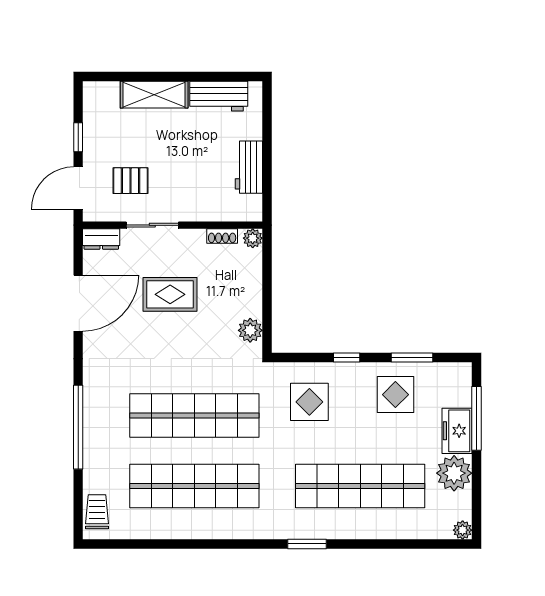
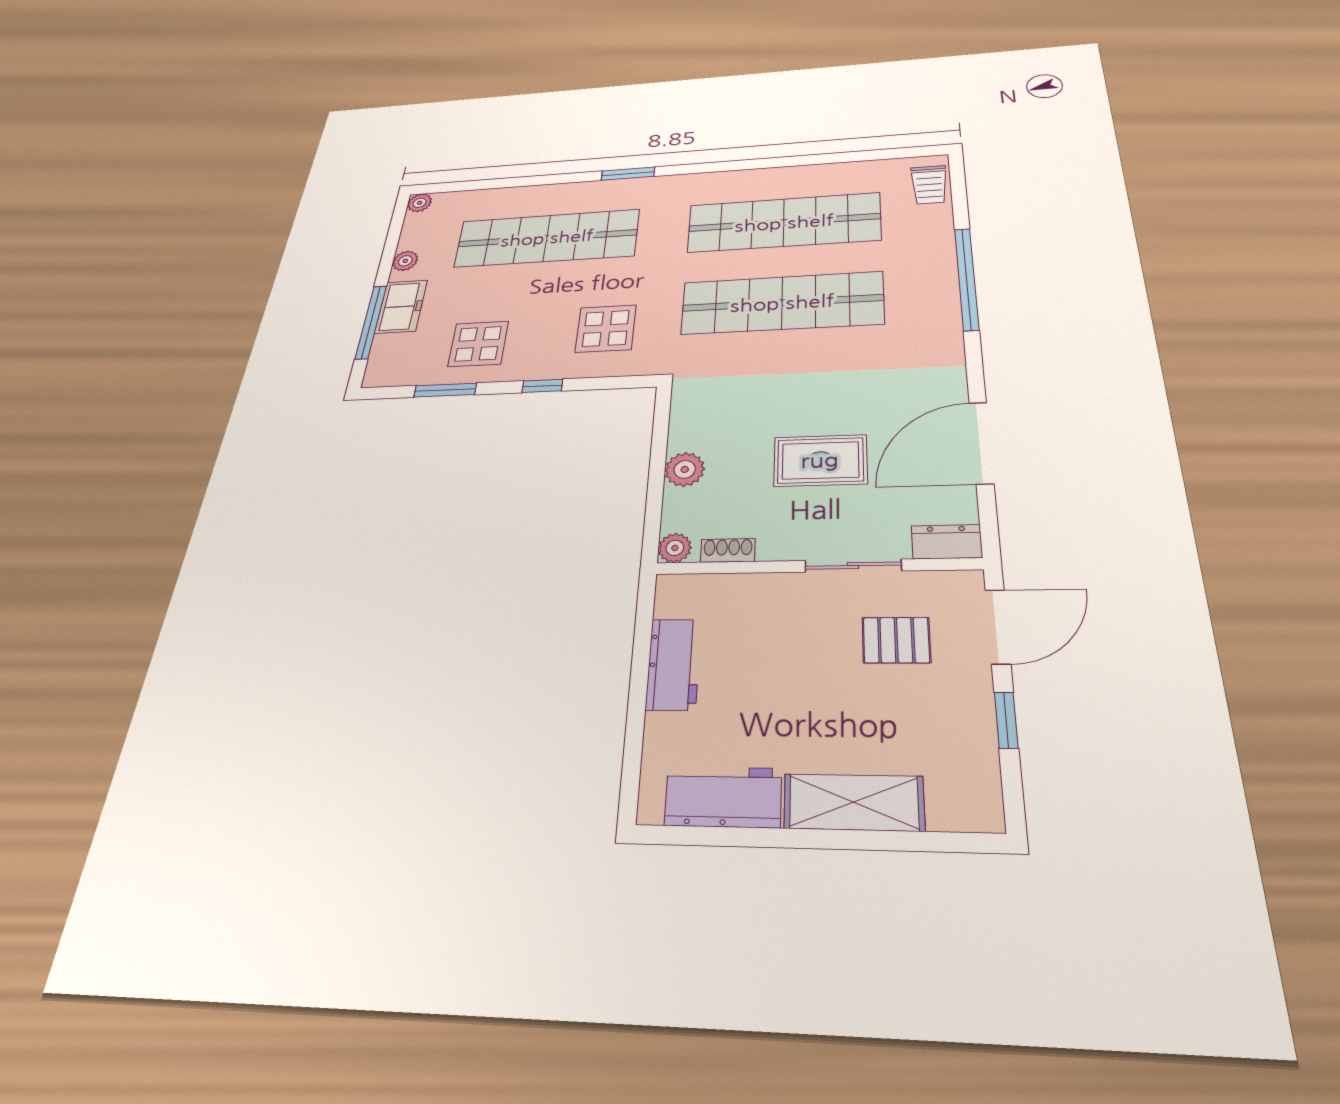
plant: (250, 330) -> (685, 469), moved
plant: (454, 473) -> (405, 261), width x0.53, depth x0.53

